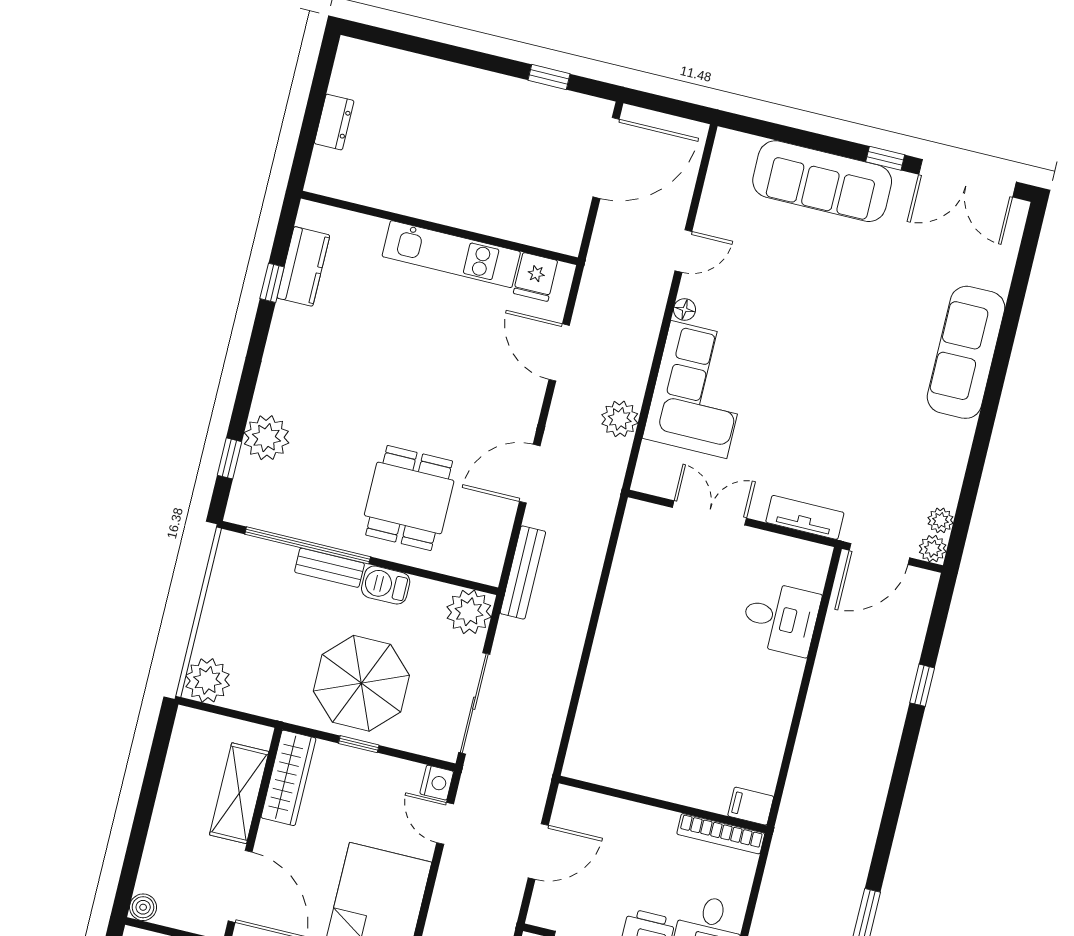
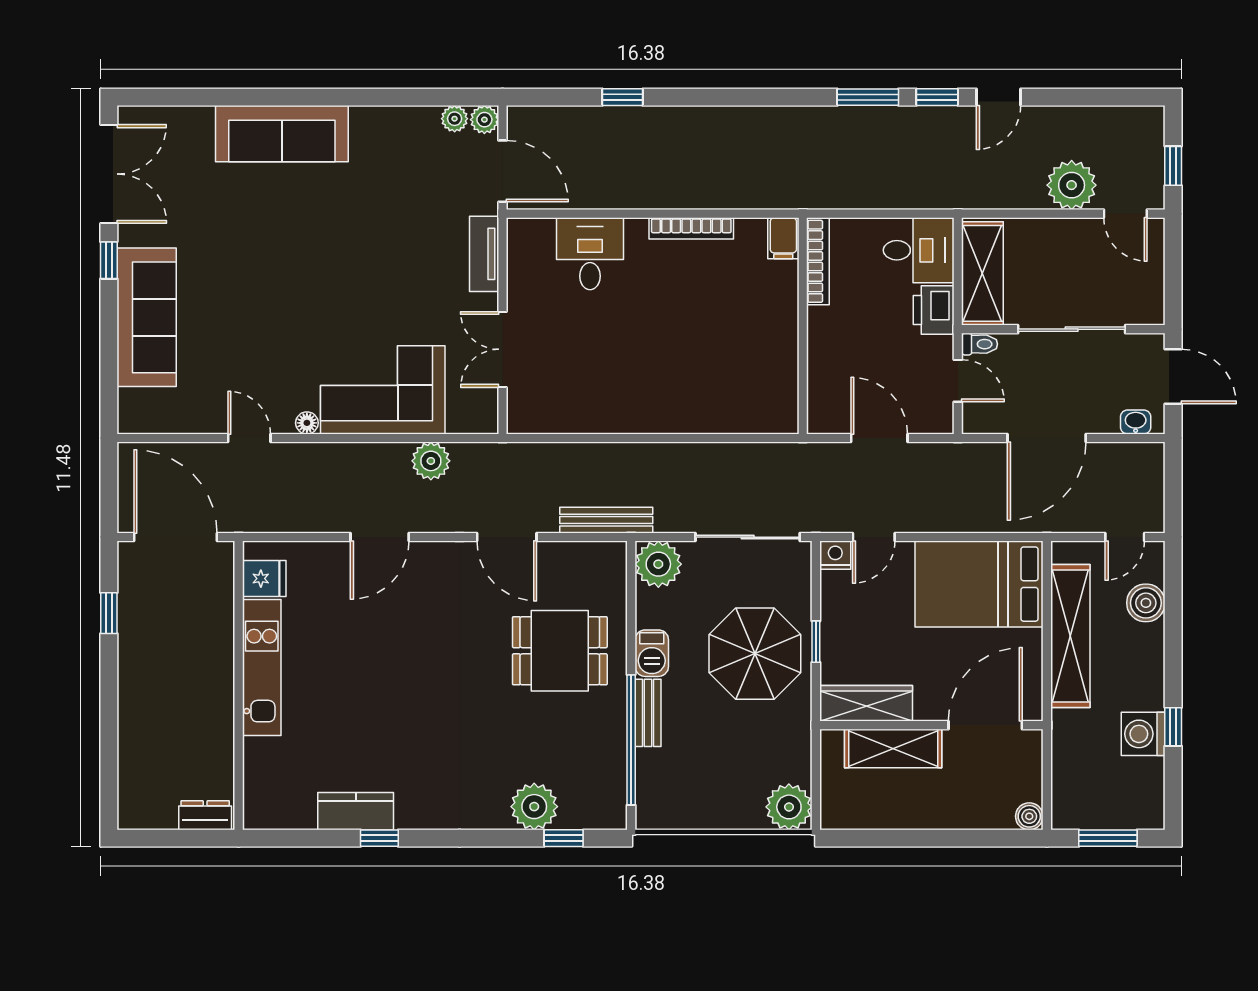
wall: (439, 228) -> (239, 685), moved
kitchen unit: (451, 254) -> (262, 667), moved
fridge: (535, 277) -> (264, 579), moved
bookcase: (781, 721) -> (691, 228), added

